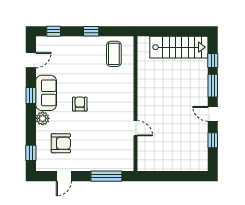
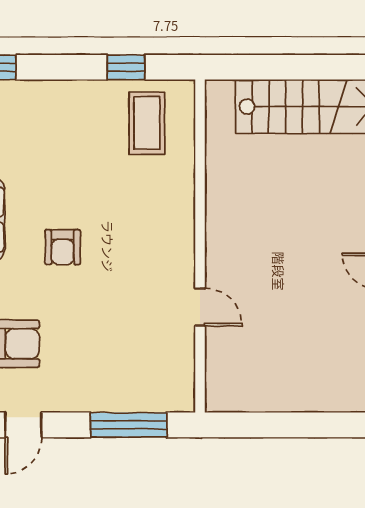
window: (91, 31) -> (126, 67), moved
armchair: (80, 104) -> (63, 247), turned 180

